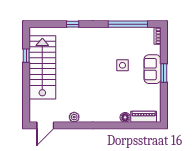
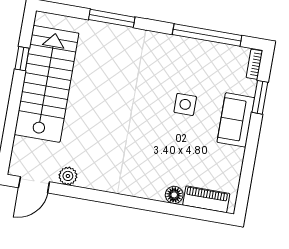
window: (73, 24) -> (112, 18), width x2.17
window: (164, 73) -> (260, 97), moved
plant: (74, 117) -> (68, 176), moved

